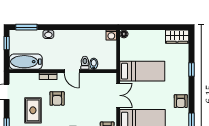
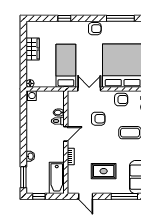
wardrobe: (177, 37) -> (33, 49), moved
armchair: (57, 98) -> (98, 119), moved

